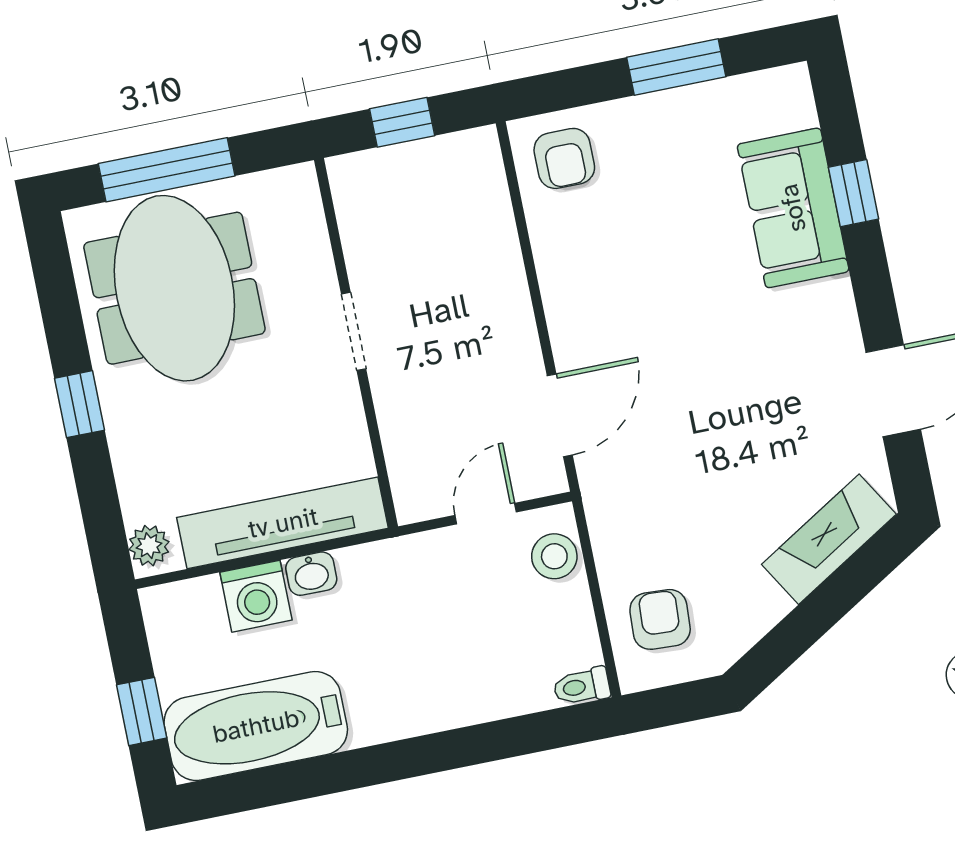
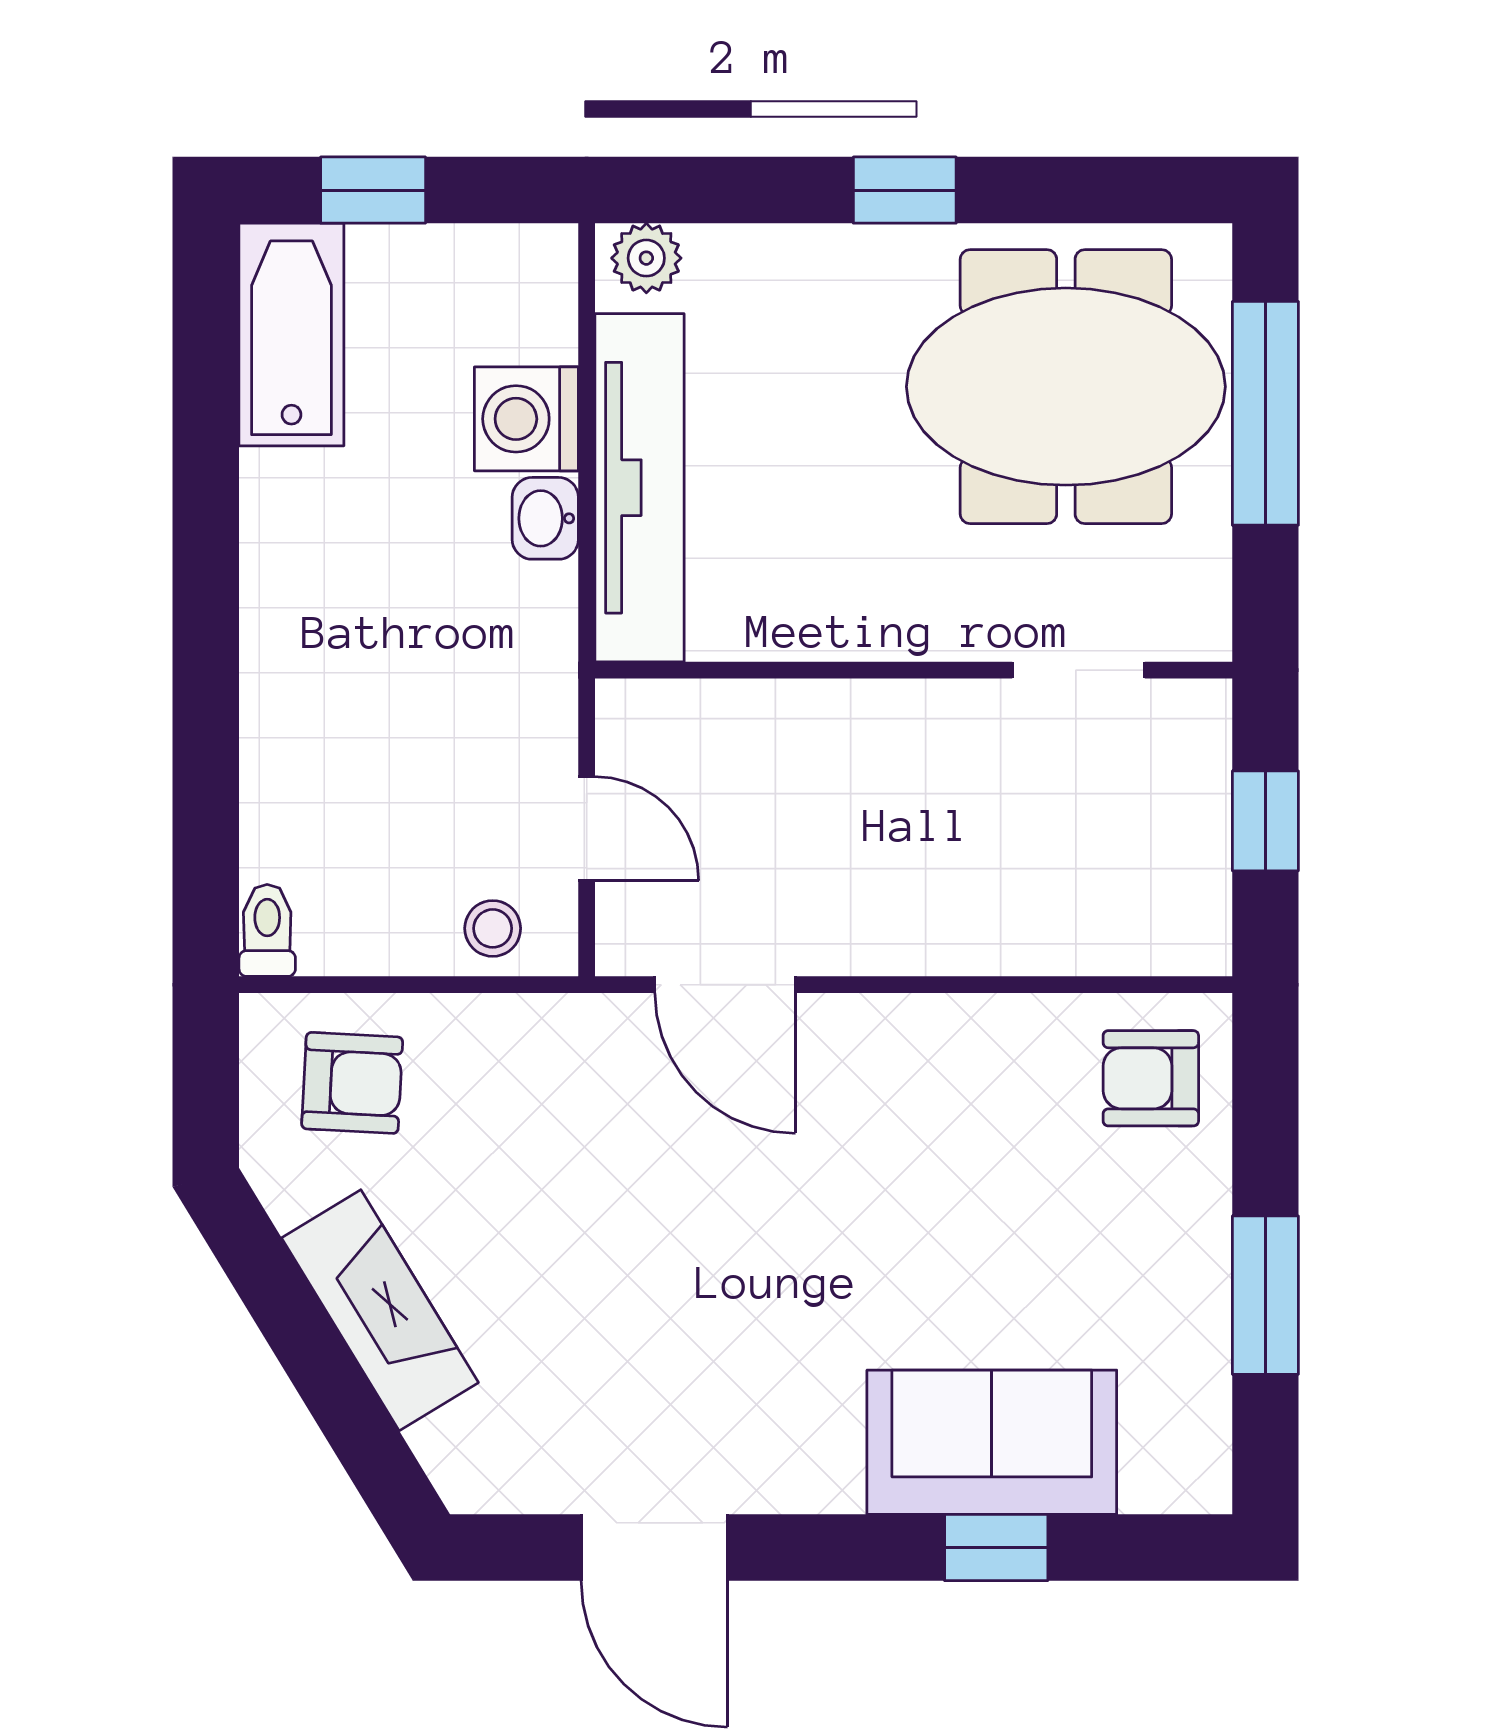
doorway: (354, 331) -> (1078, 670), moved
fireplace: (829, 539) -> (380, 1310), moved
stool: (554, 556) -> (493, 928), width x0.73, depth x0.73
bathtub: (256, 726) -> (291, 334), width x0.73, depth x0.73

